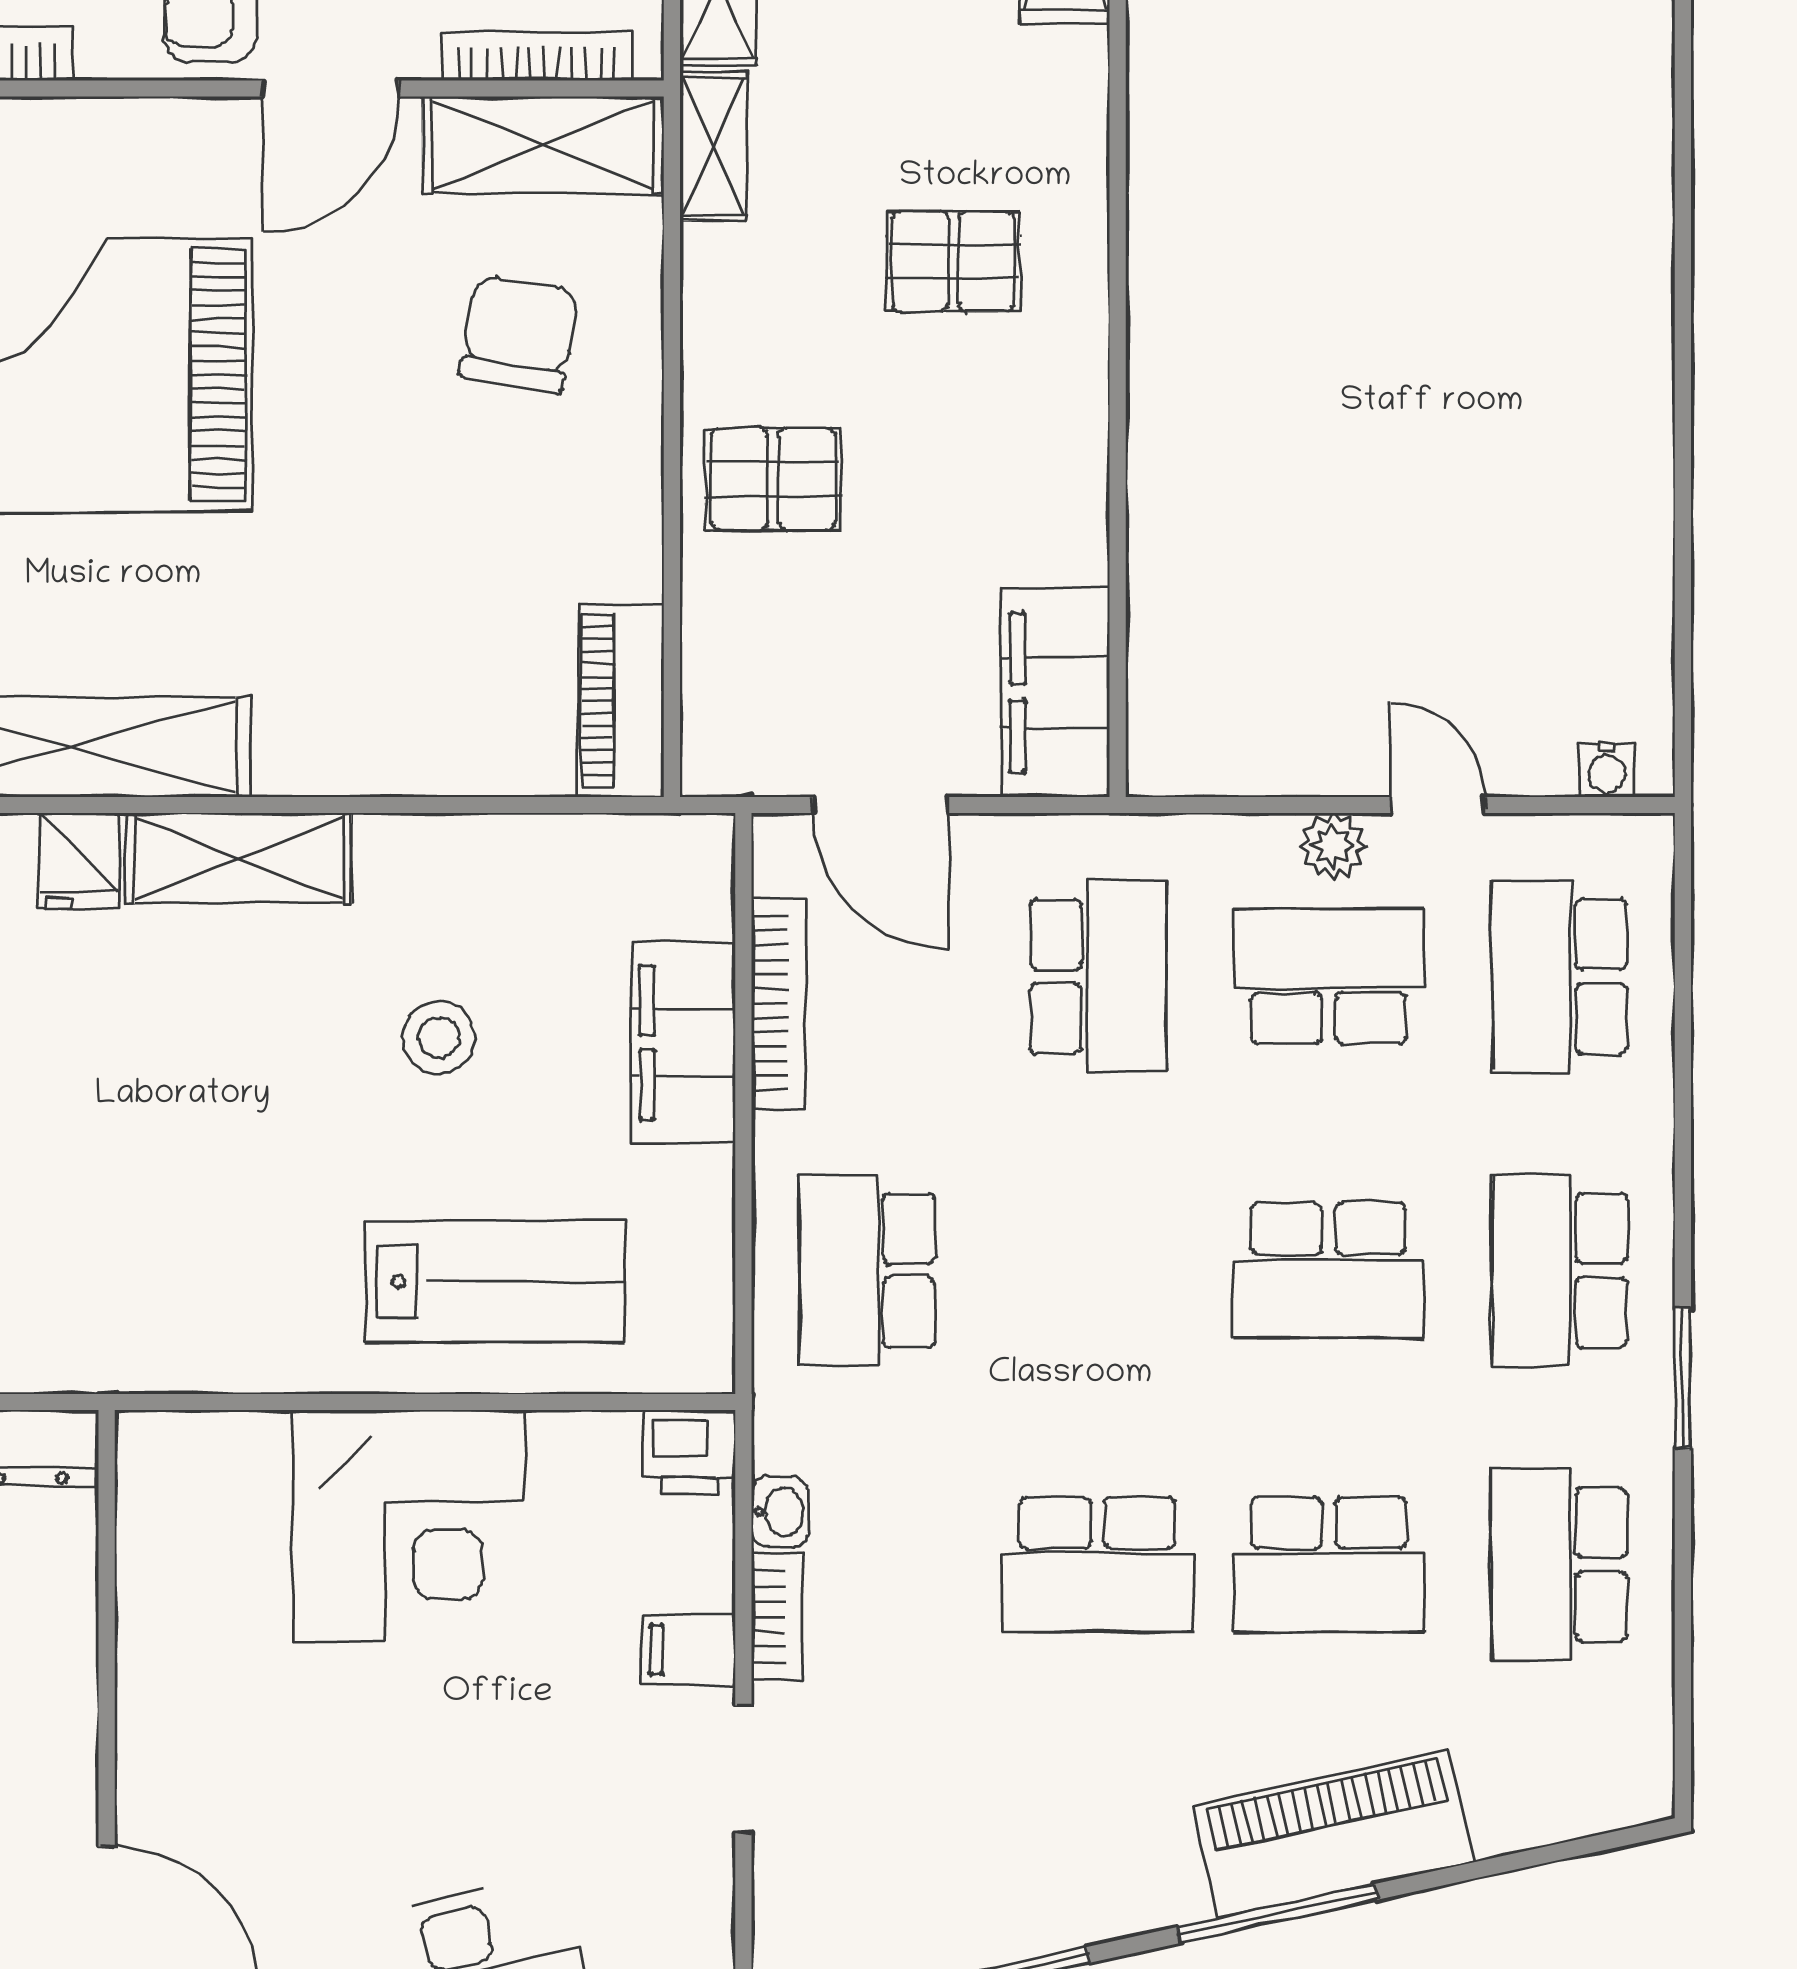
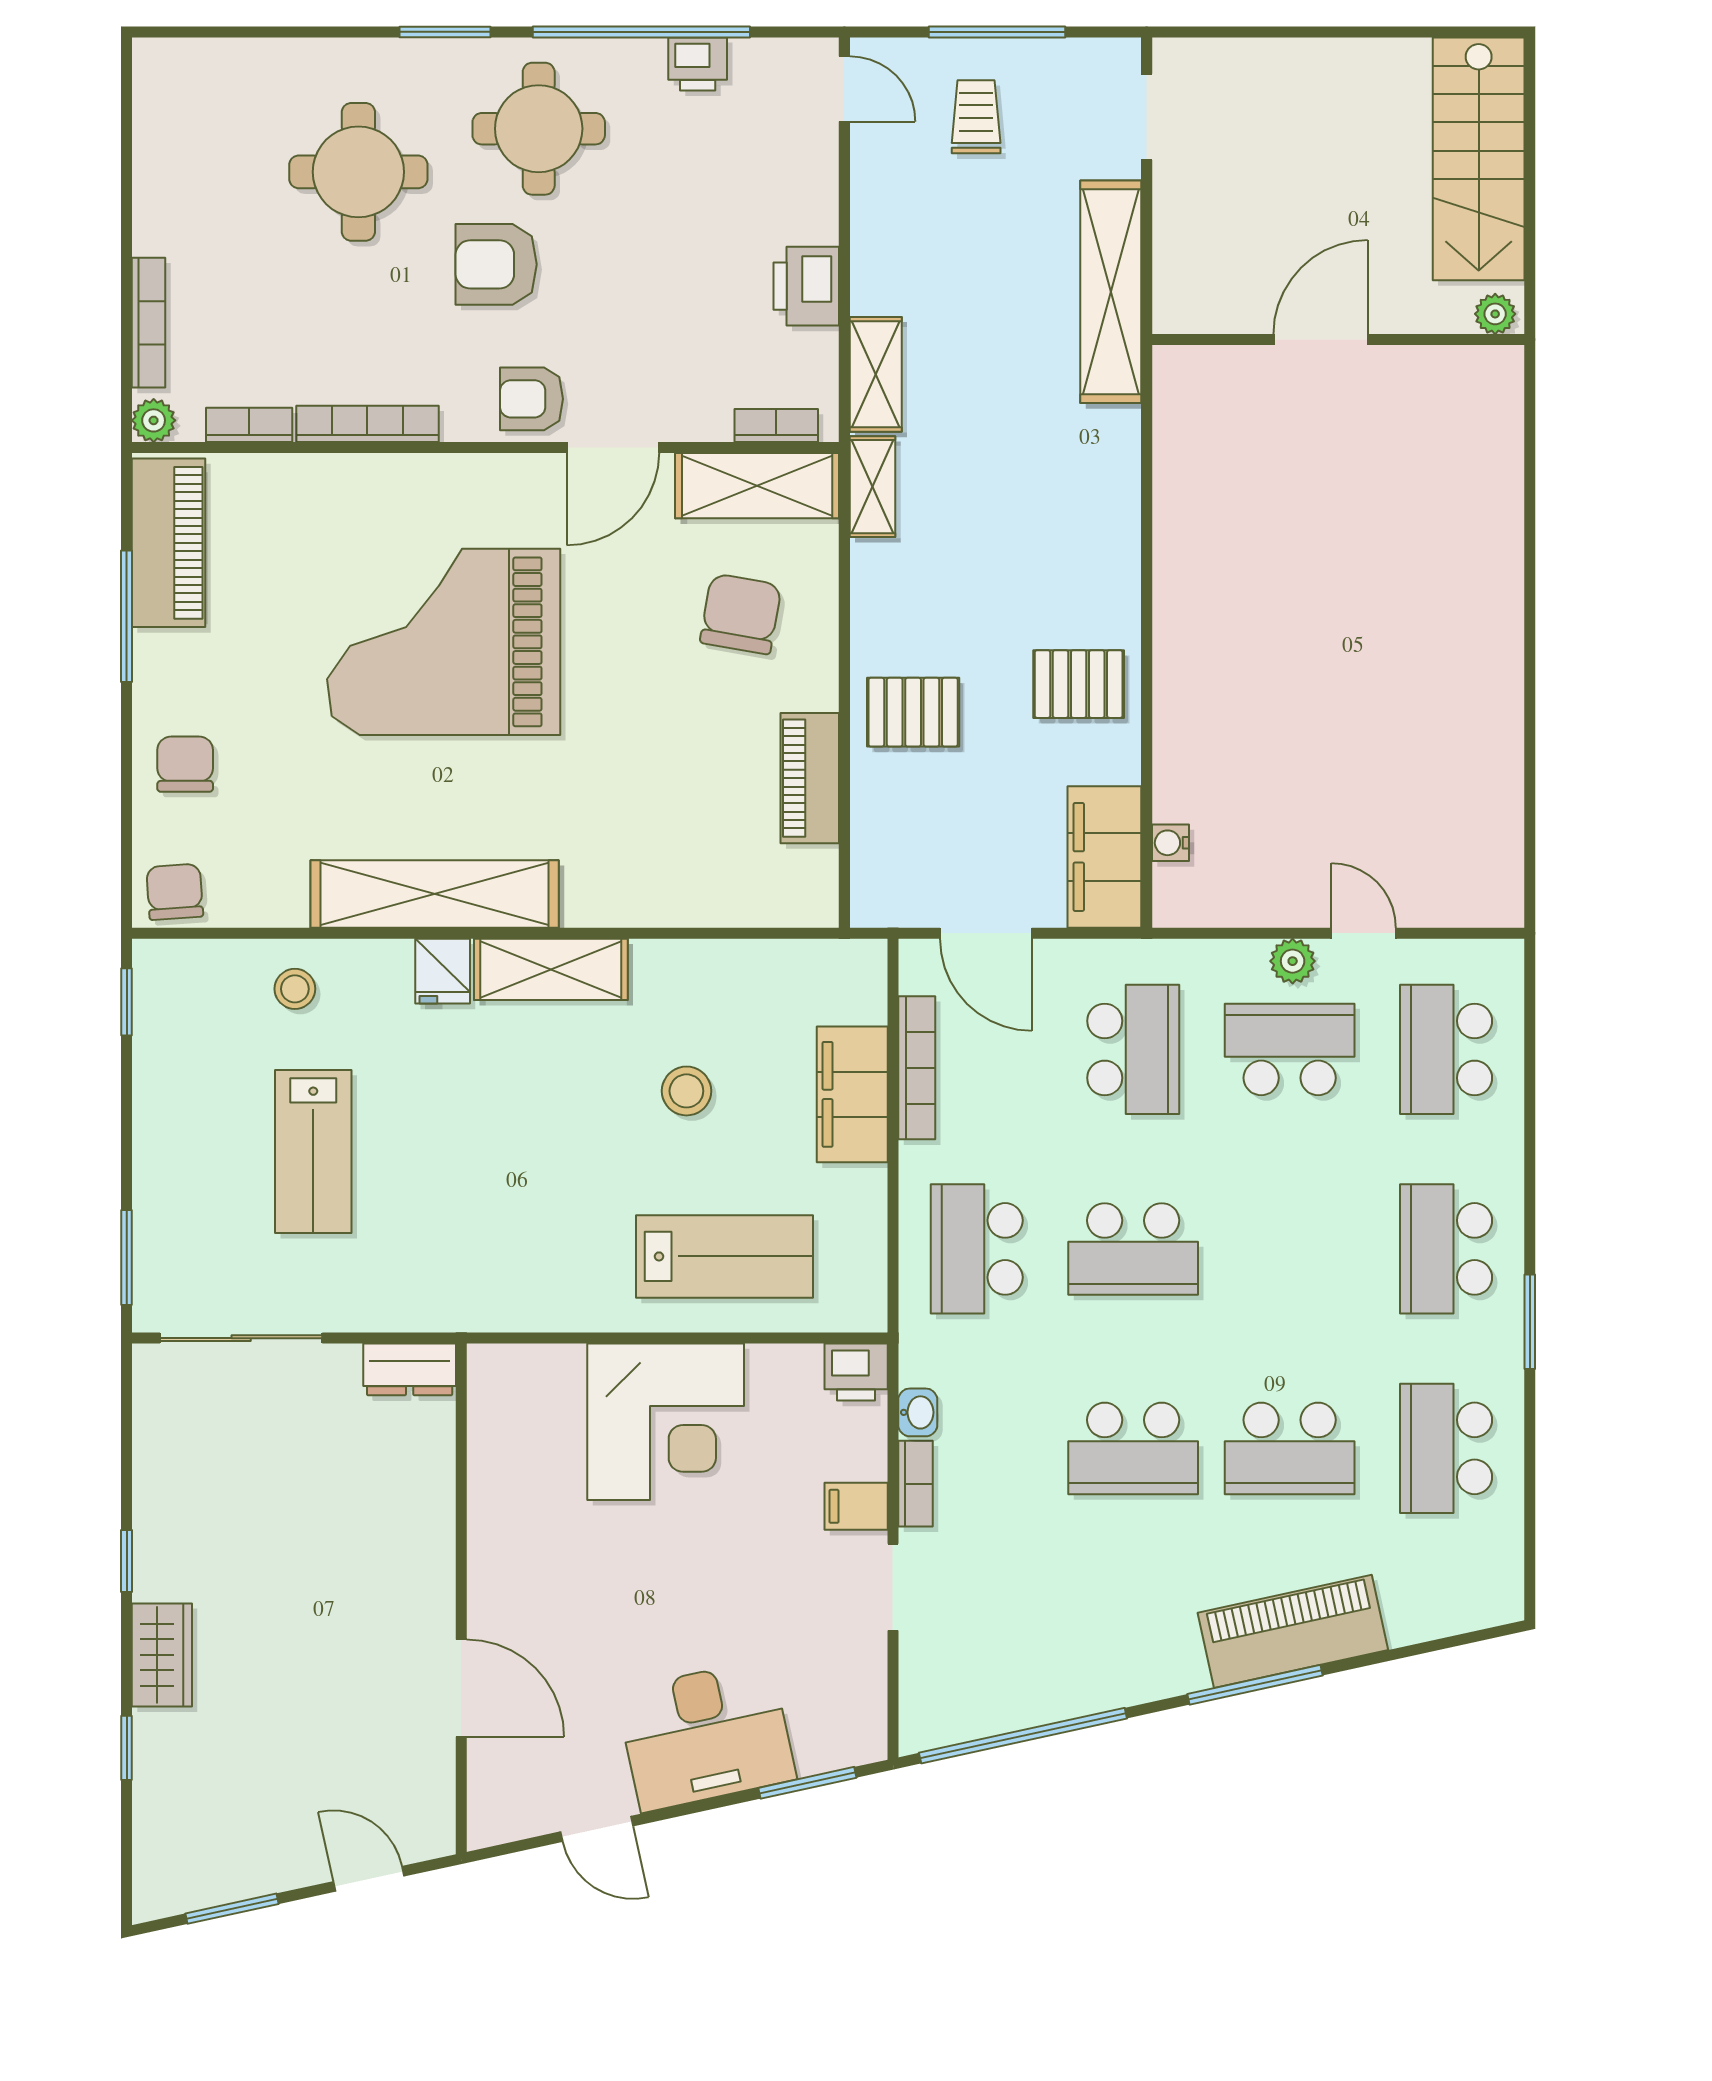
bookcase: (537, 56) -> (776, 426), width x0.64
pallet: (953, 261) -> (1079, 684), moved
piano: (621, 701) -> (810, 778), moved
water cooler: (1607, 770) -> (1170, 843), moved, turned 90
school desk: (1329, 1271) -> (1133, 1249), moved

